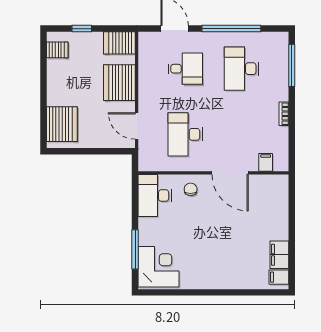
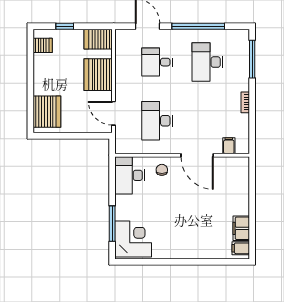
desk: (185, 69) -> (157, 62), turned 180

